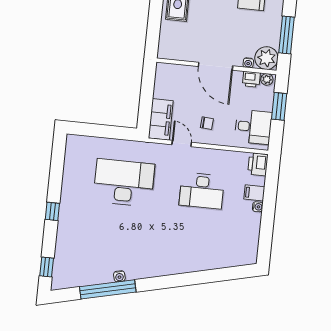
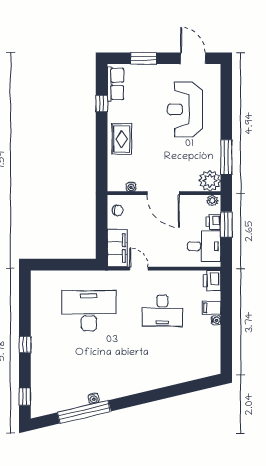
water cooler: (248, 63) -> (131, 187), moved
printer: (251, 79) -> (214, 222), moved, turned 90
chair: (207, 123) -> (118, 210), moved

